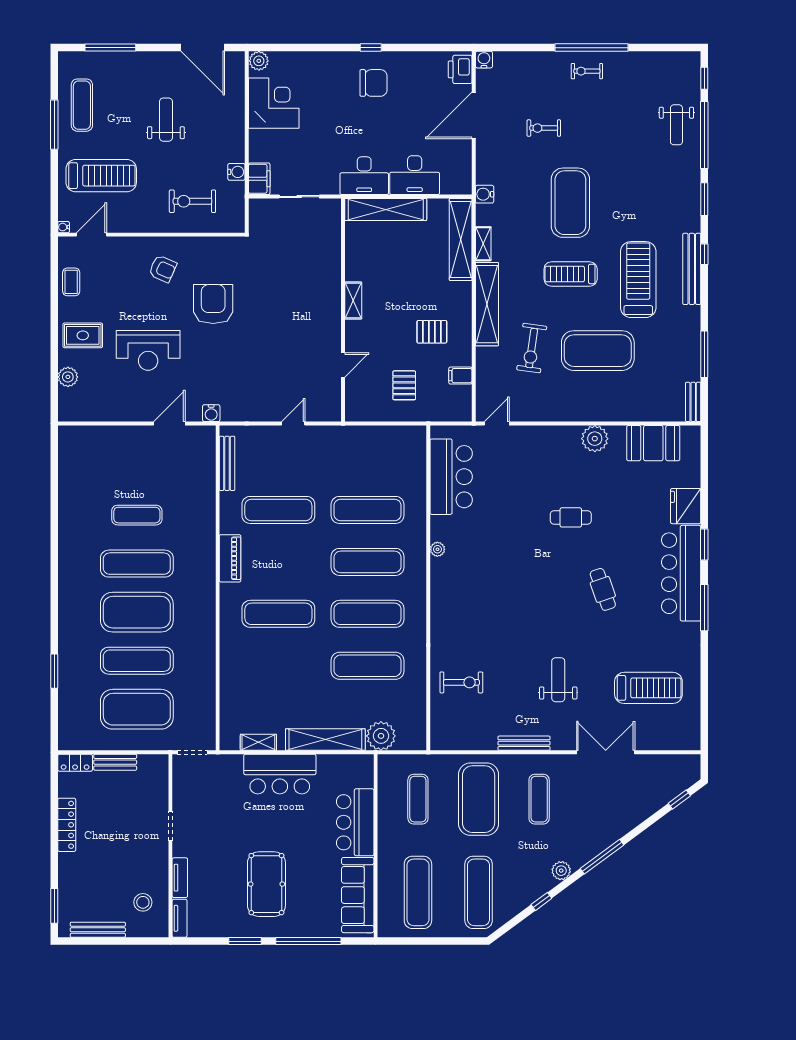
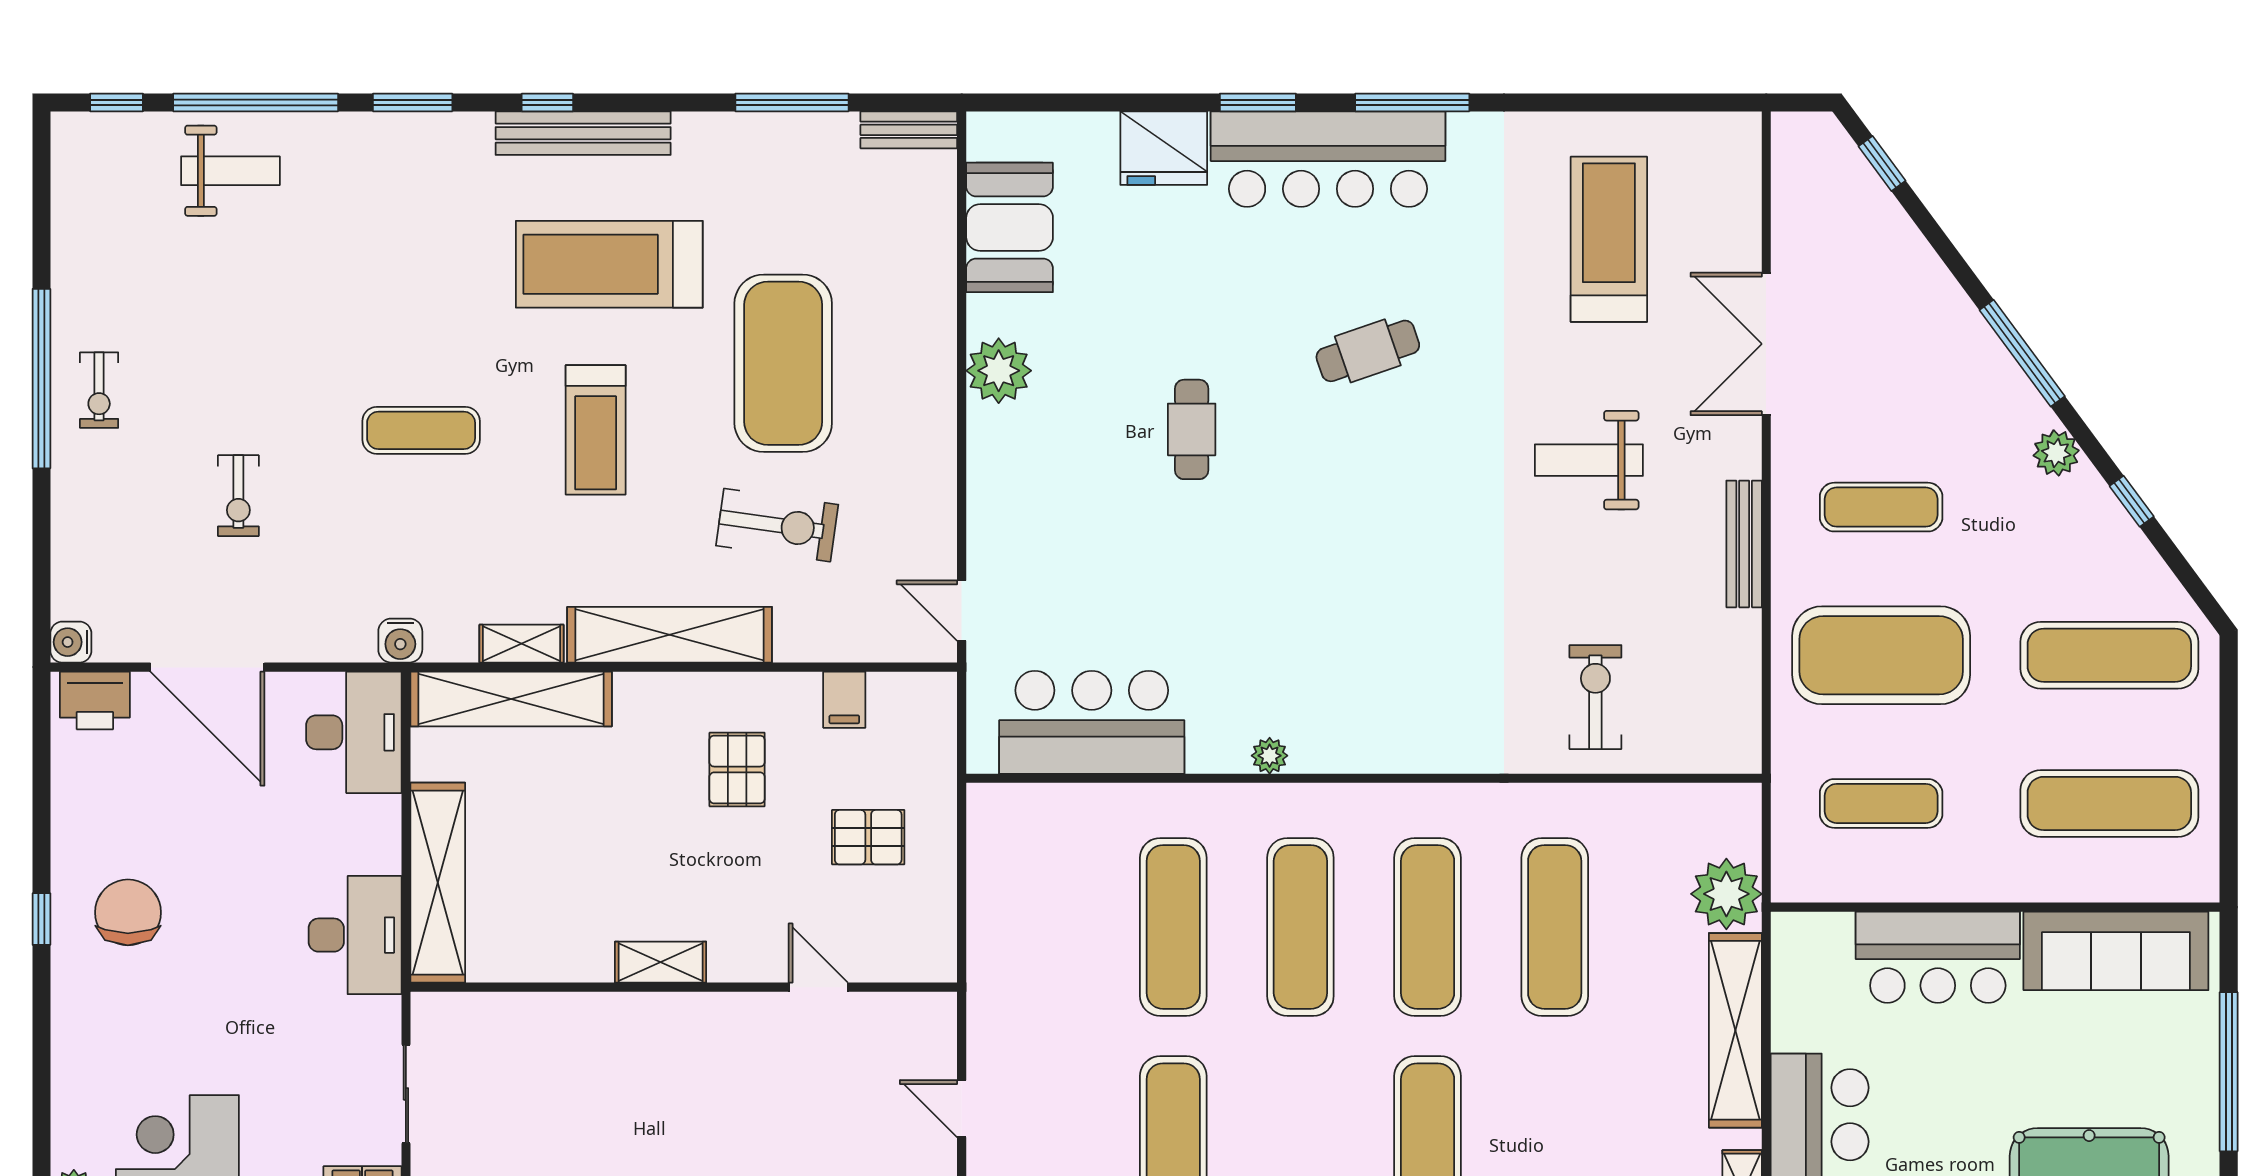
desk: (415, 175) -> (354, 732), moved
exercise mat: (570, 203) -> (421, 430), width x0.50, depth x0.69

